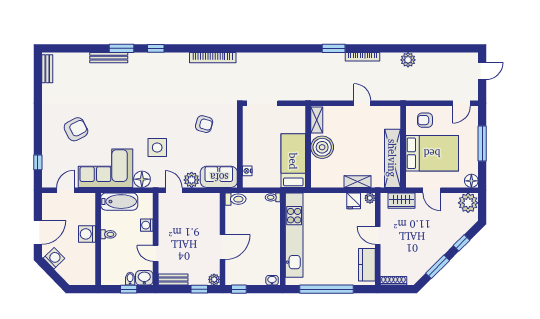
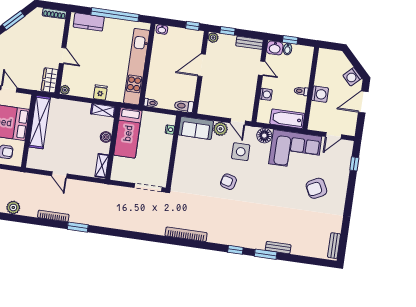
bench: (109, 58) -> (278, 248), width x0.73
armchair: (204, 124) -> (228, 182), moved
side table: (157, 147) -> (241, 152), moved
boiler: (322, 147) -> (106, 137), width x0.54, depth x0.54
shelving: (357, 182) -> (103, 110), moved
fridge: (354, 201) -> (100, 92), moved
wardrobe: (401, 201) -> (50, 80), moved, turned -90
kitchen counter: (367, 265) -> (89, 22), moved, turned 90

